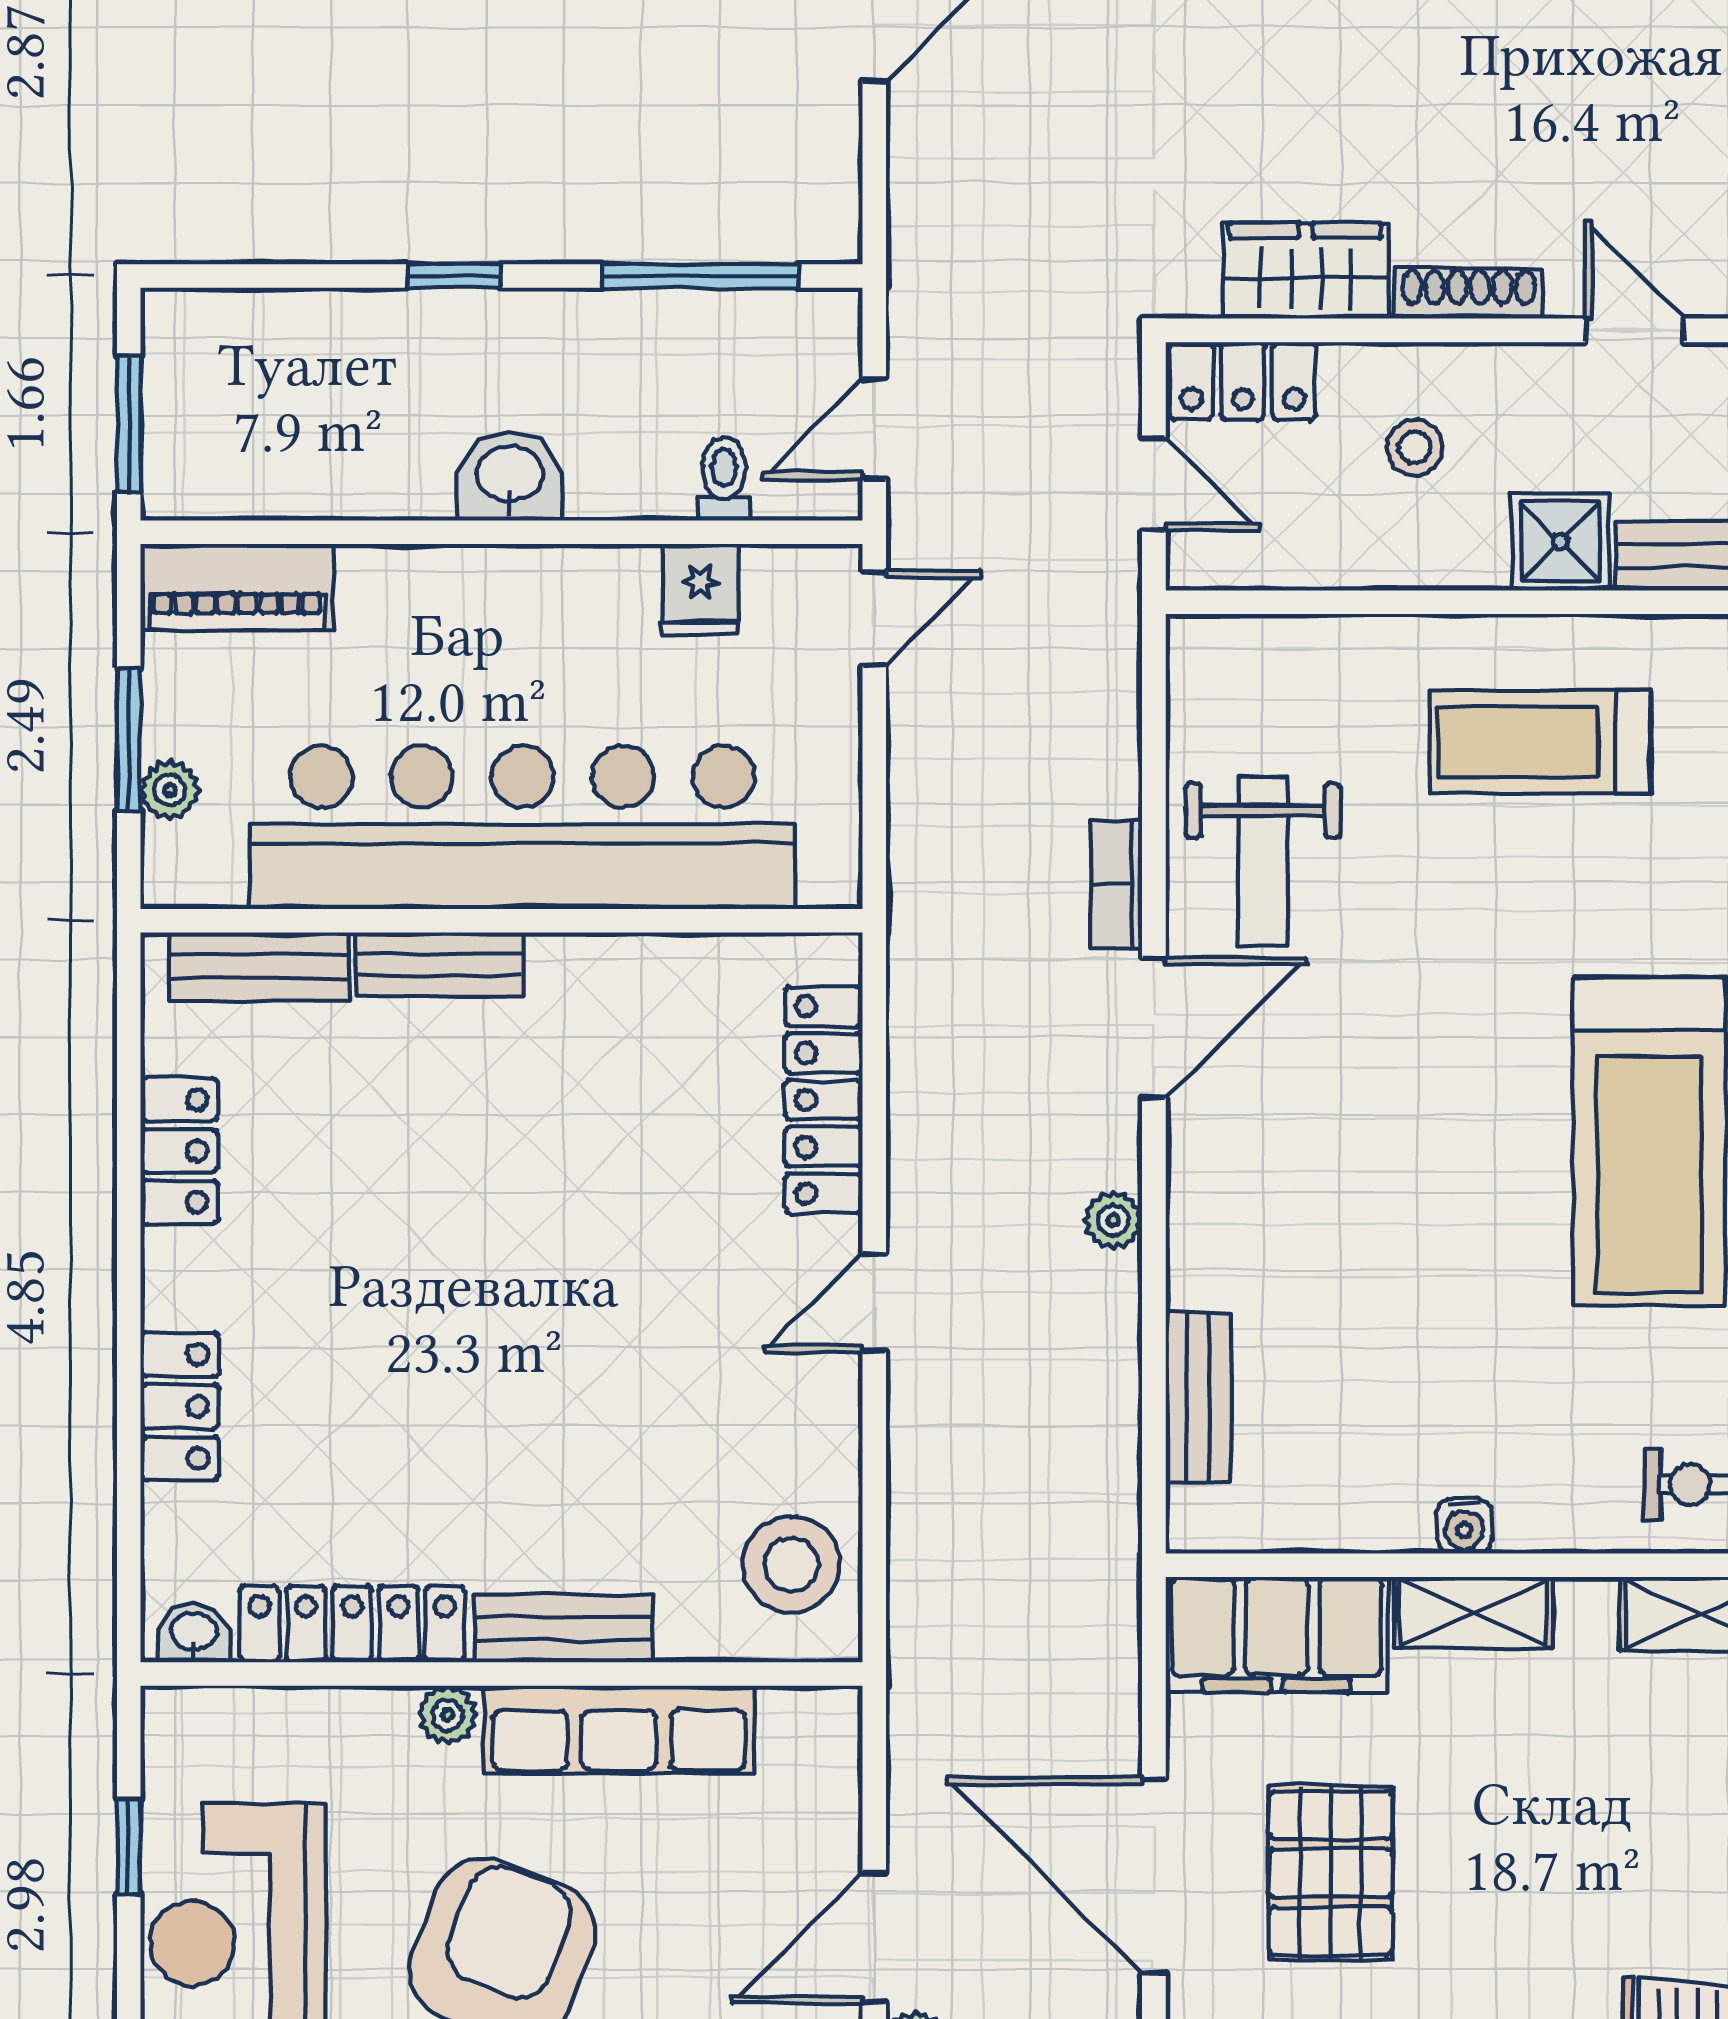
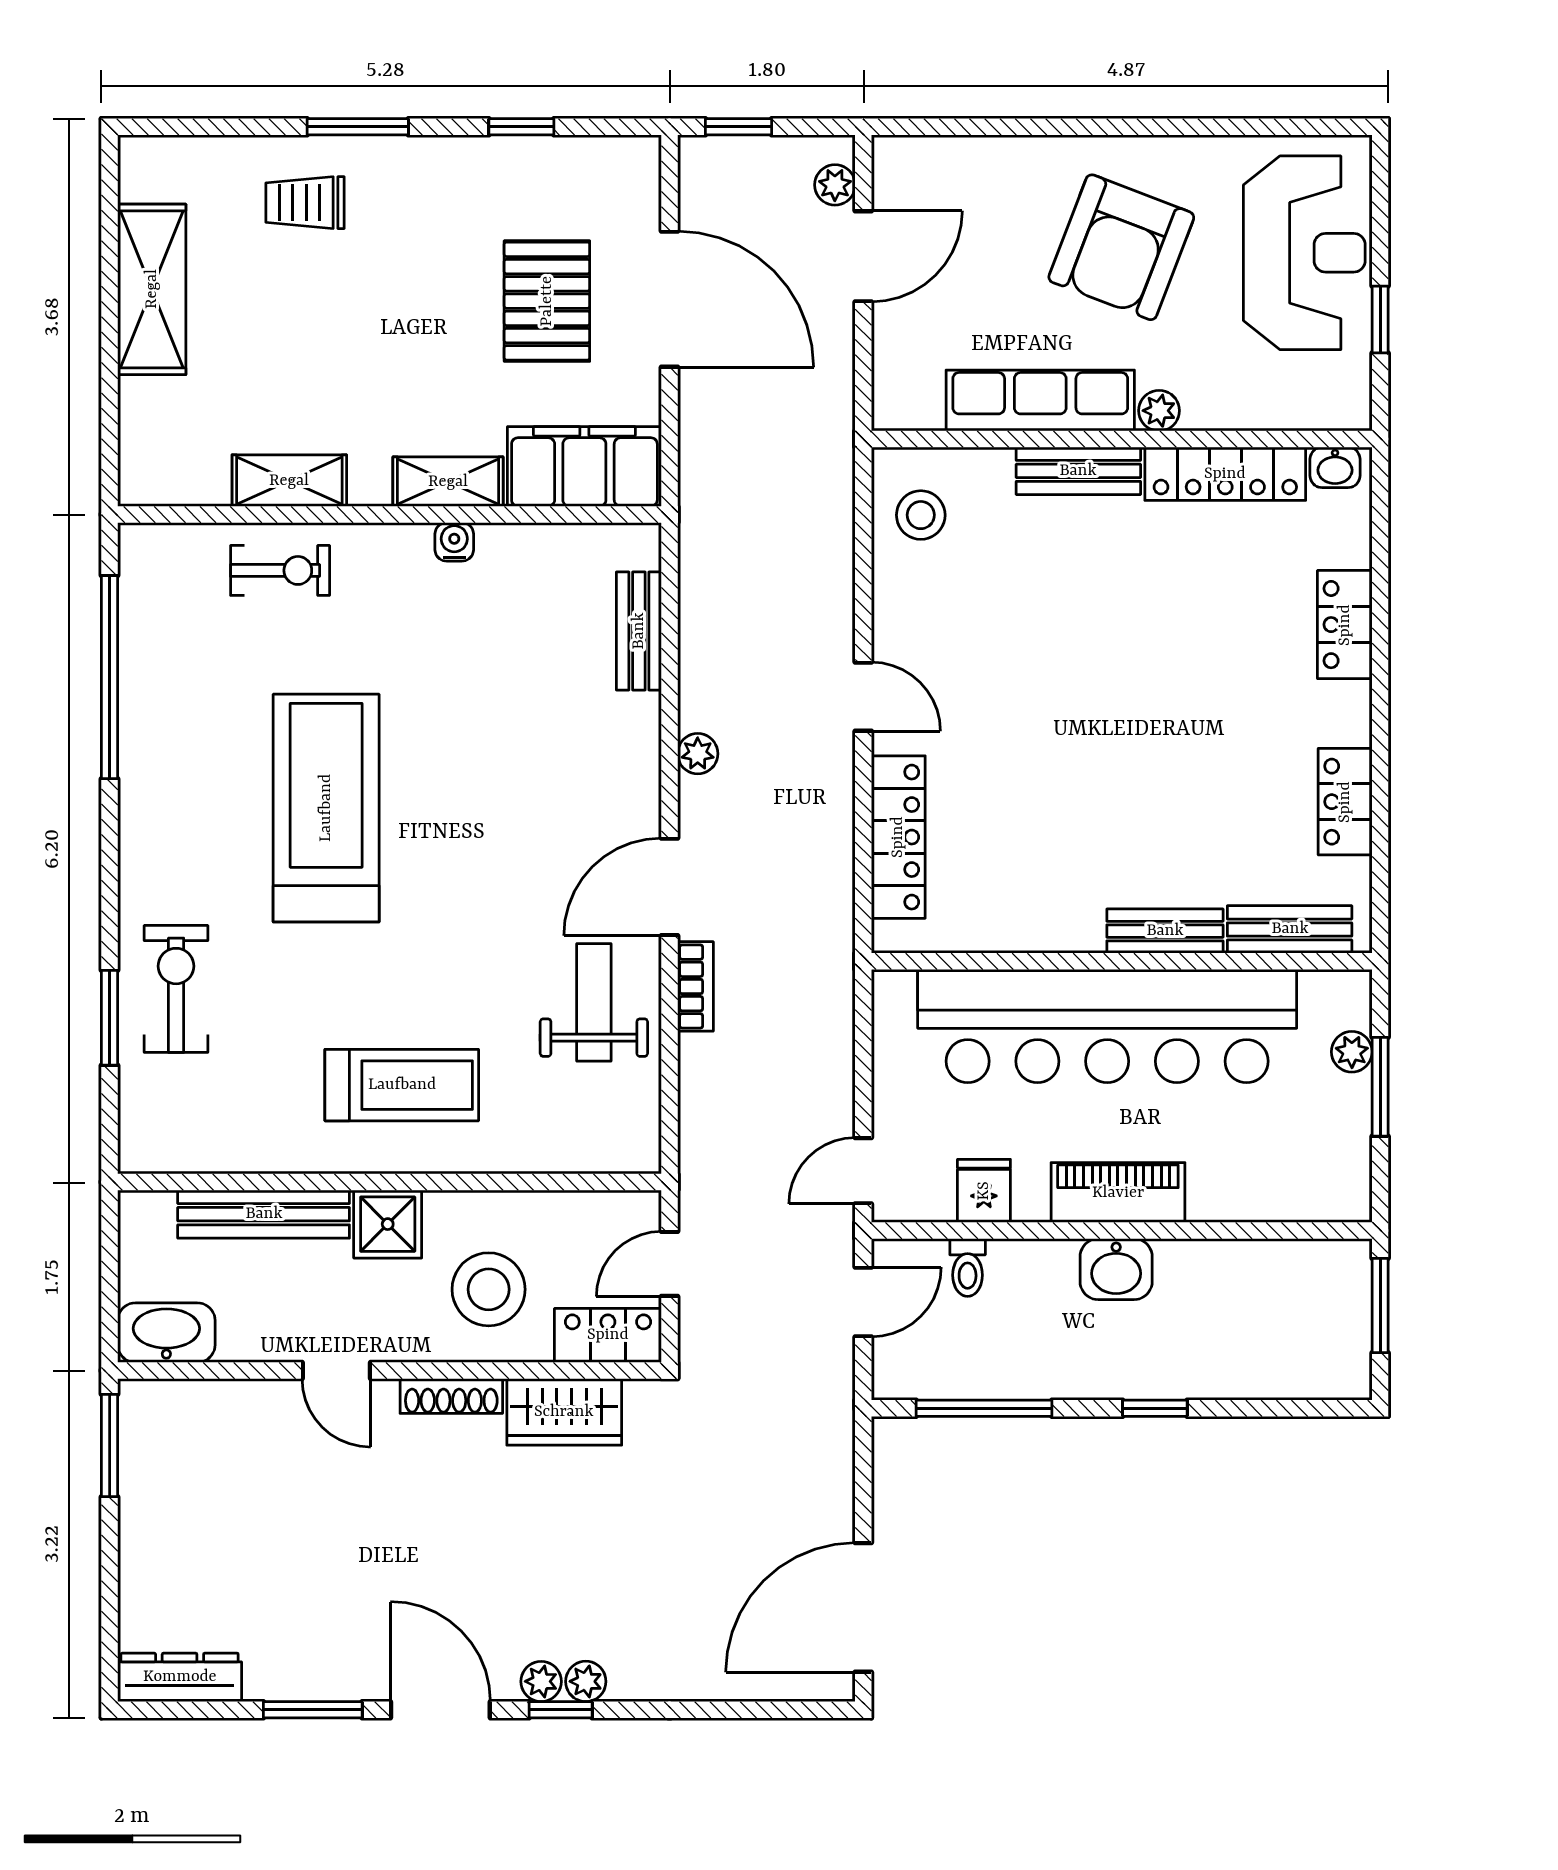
stool: (1415, 447) -> (489, 1289), width x1.89, depth x1.89
door: (1154, 484) -> (669, 1264), hinge flipped
piano: (237, 587) -> (1118, 1193), moved
door: (874, 1302) -> (863, 697), hinge flipped
stool: (791, 1564) -> (921, 515), width x0.73, depth x0.73

